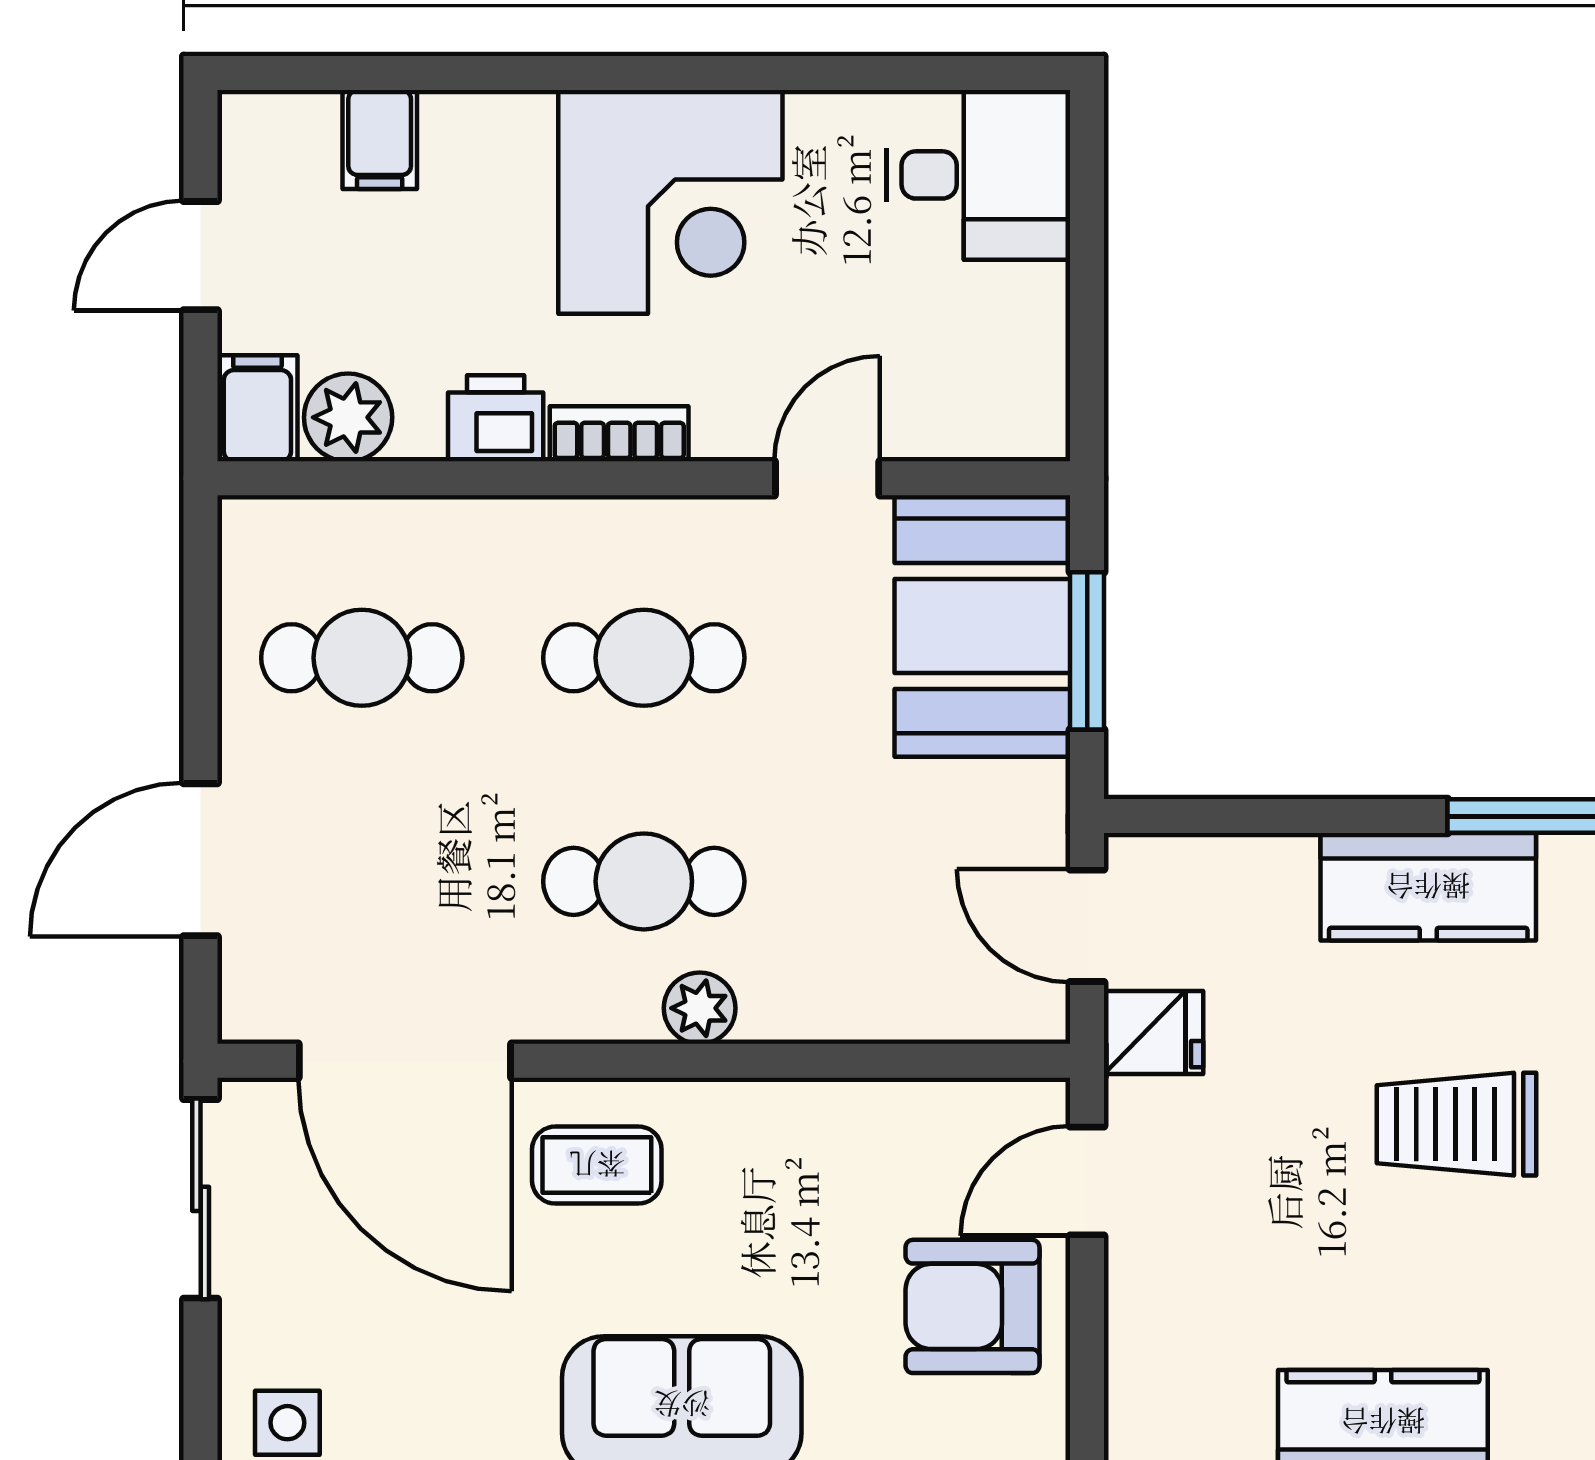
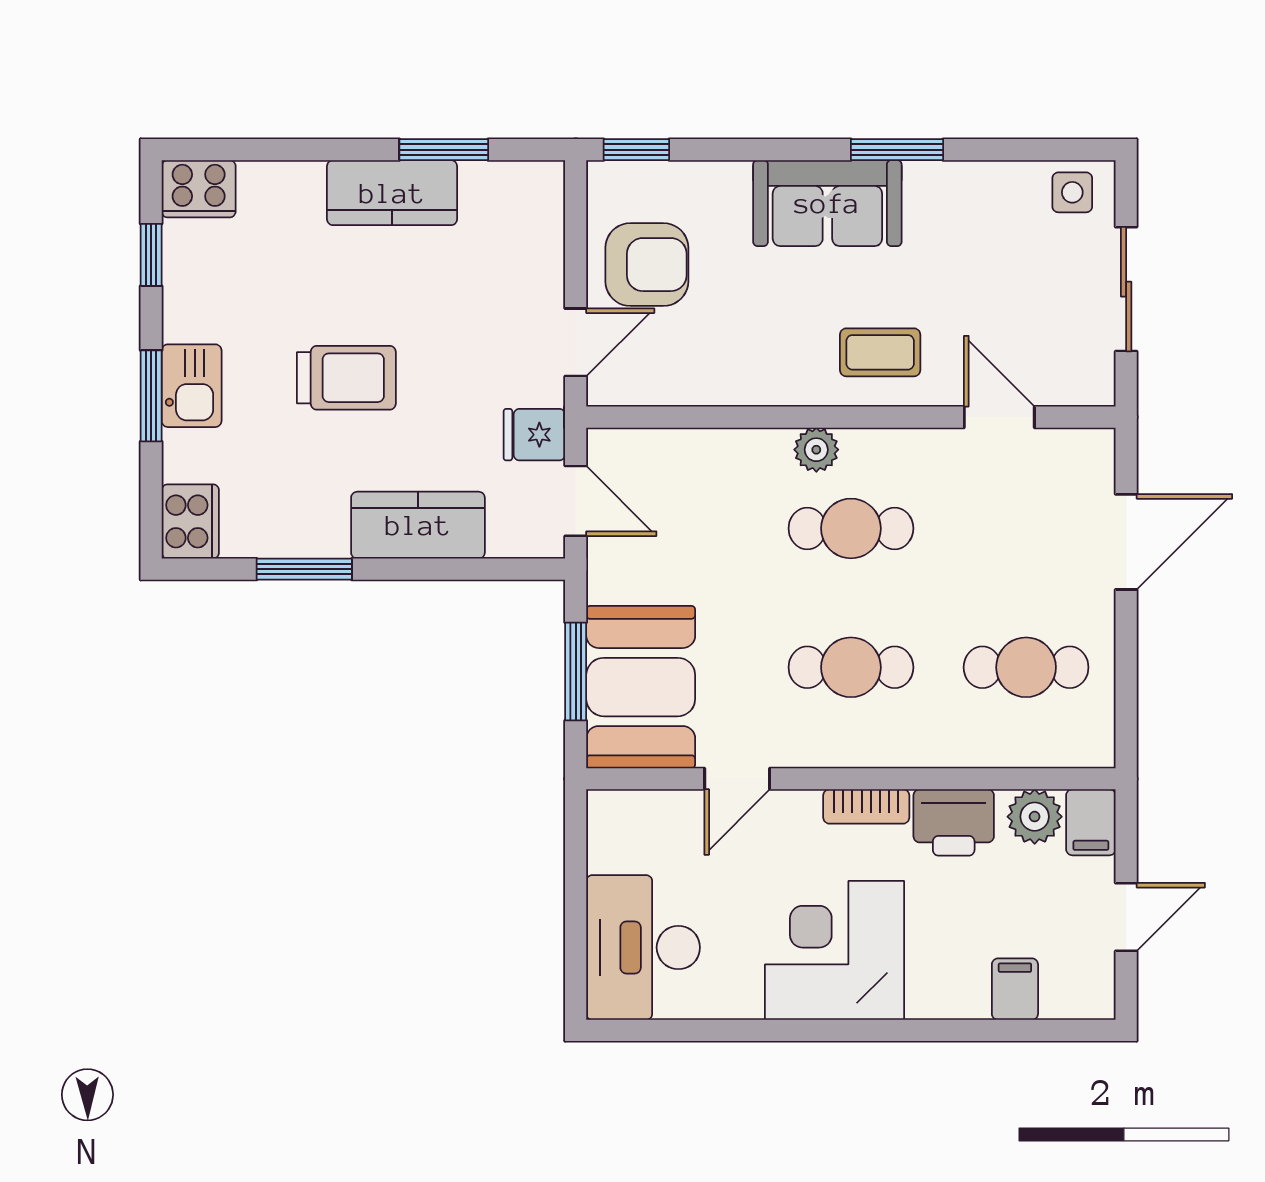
desk: (979, 175) -> (643, 947), width x1.37
printer: (496, 418) -> (954, 822), width x1.36, depth x1.24
kitchen counter: (1428, 887) -> (418, 525), moved
door: (405, 1061) -> (999, 417), width x0.53
sliding door: (201, 1199) -> (1126, 289), moved

